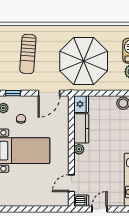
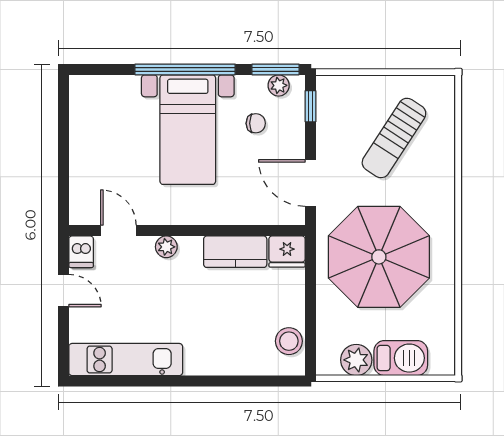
sun lounger: (28, 54) -> (394, 138), turned -61
plant: (79, 149) -> (166, 247), moved

